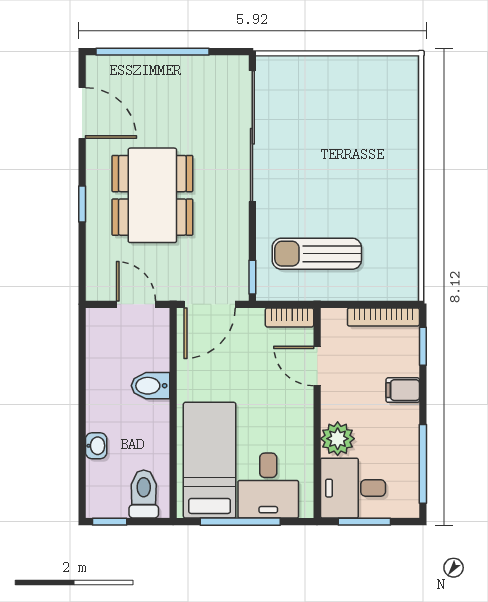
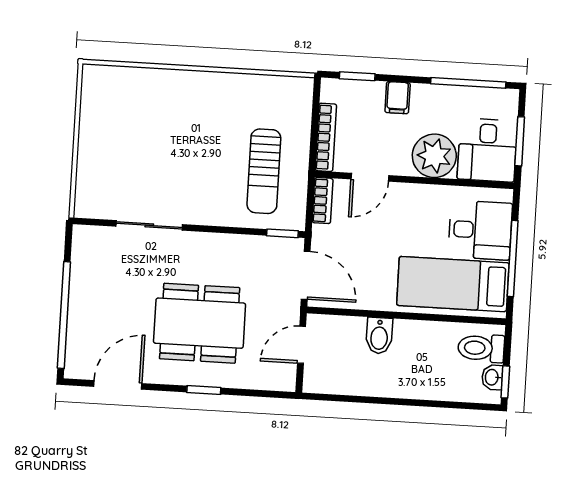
sliding door: (252, 136) -> (149, 225), width x0.54
bookcase: (383, 317) -> (326, 137), moved
plant: (338, 439) -> (434, 156), width x1.36, depth x1.36
washbasin: (96, 446) -> (492, 377), moved, turned -90

